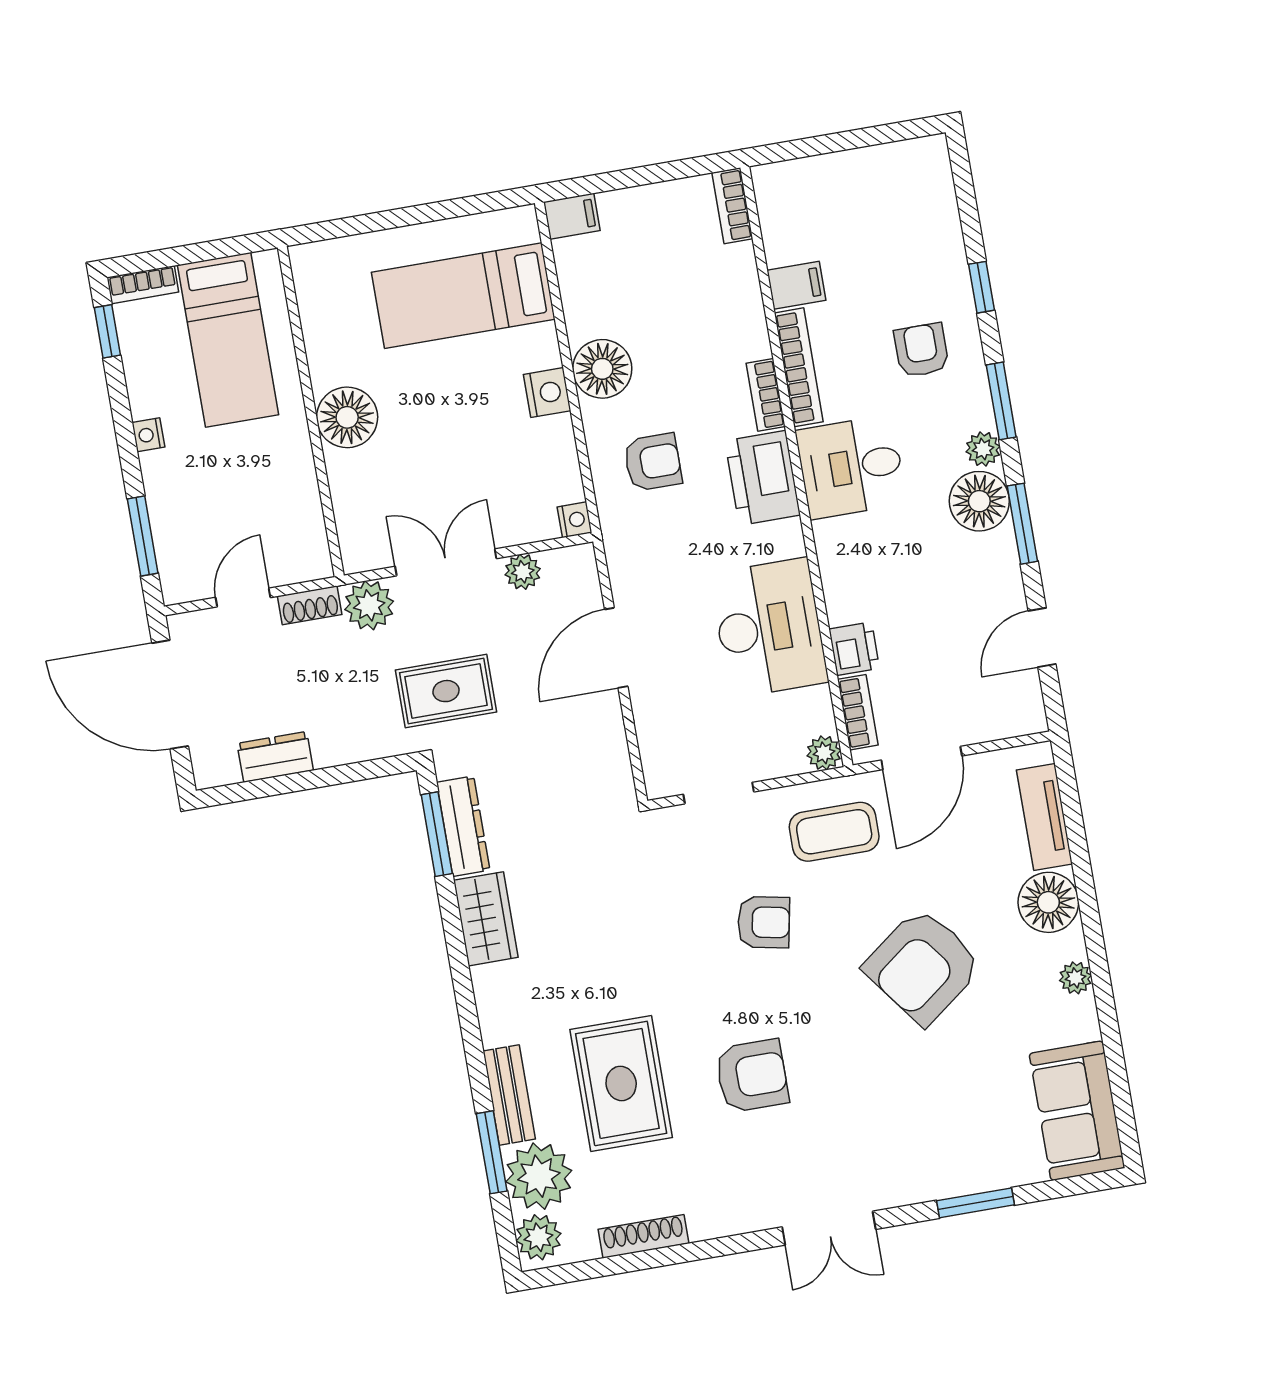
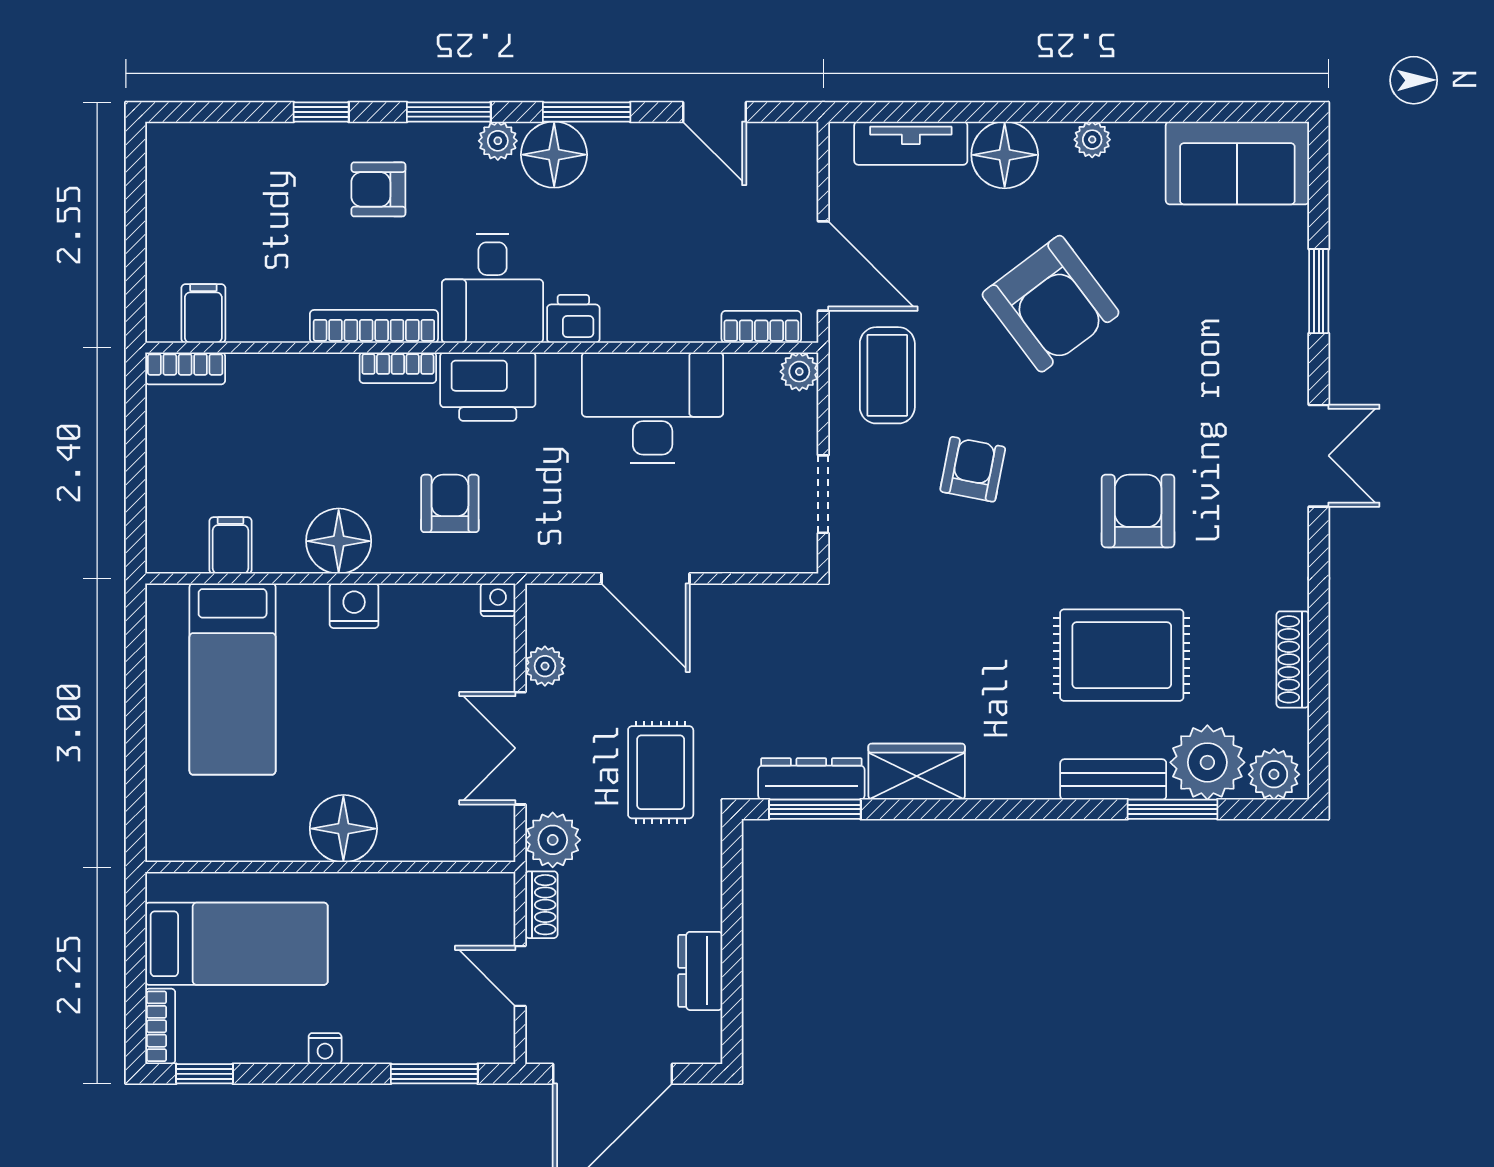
filing cabinet: (572, 216) -> (230, 545), moved
filing cabinet: (796, 285) -> (203, 313), moved
printer: (854, 649) -> (573, 319), moved

